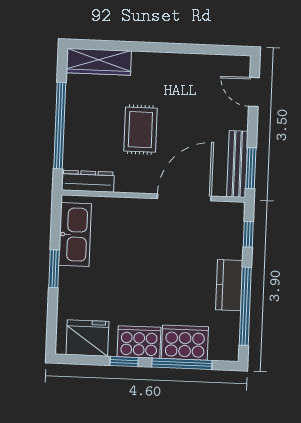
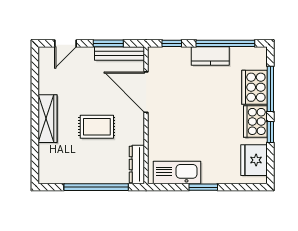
wardrobe: (99, 62) -> (48, 119), moved
window: (251, 168) -> (108, 43), moved

